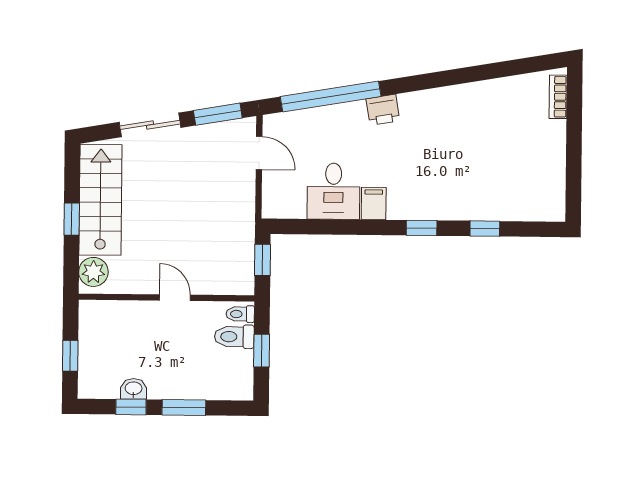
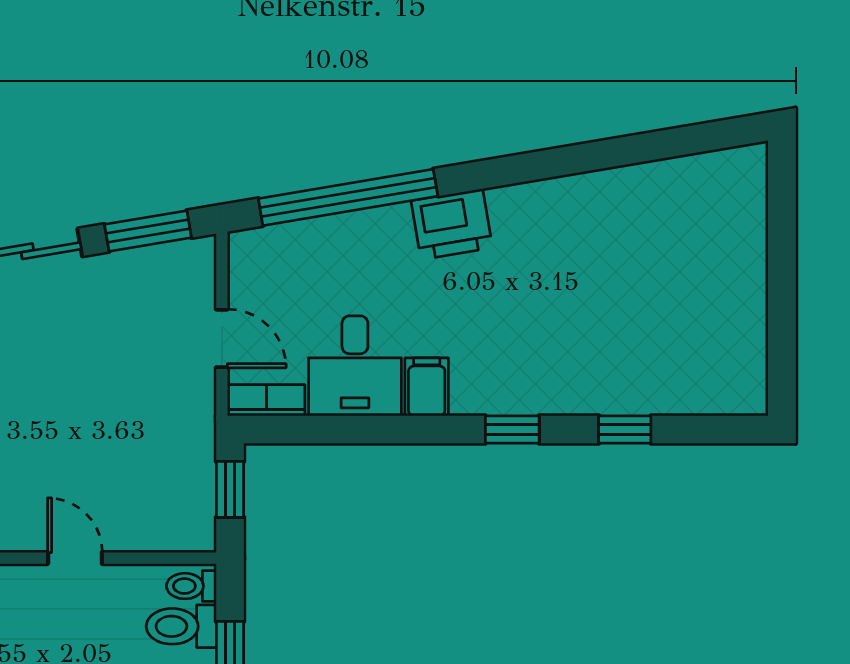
bookcase: (558, 97) -> (266, 400), moved, turned 90
printer: (383, 110) -> (452, 224), width x1.36, depth x1.24
door: (259, 153) -> (222, 338), moved

